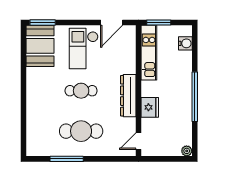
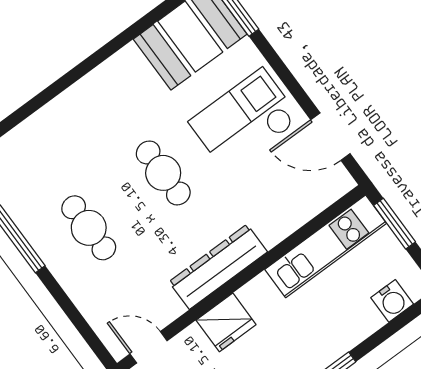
cafe table: (81, 131) -> (89, 228), width x0.73, depth x0.74

